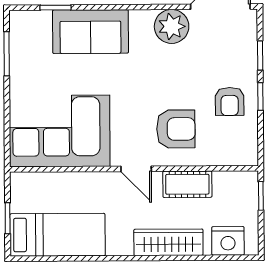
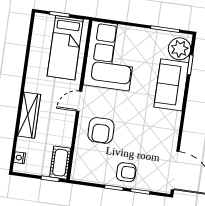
plant: (172, 26) -> (180, 49), moved
armchair: (230, 101) -> (126, 172), moved, turned 180
cot: (187, 184) -> (60, 163), moved
bed: (57, 235) -> (65, 48), moved
nightstand: (228, 241) -> (20, 158), width x0.53, depth x0.56

